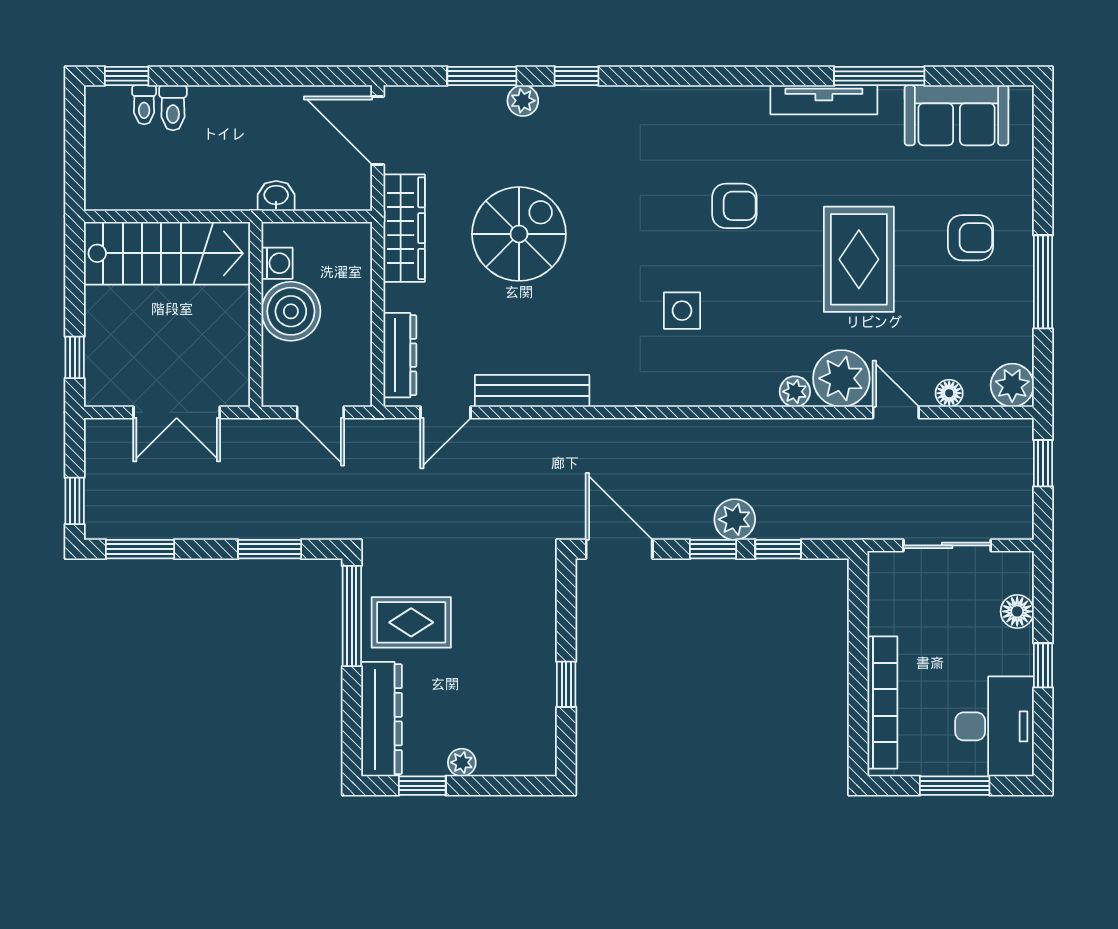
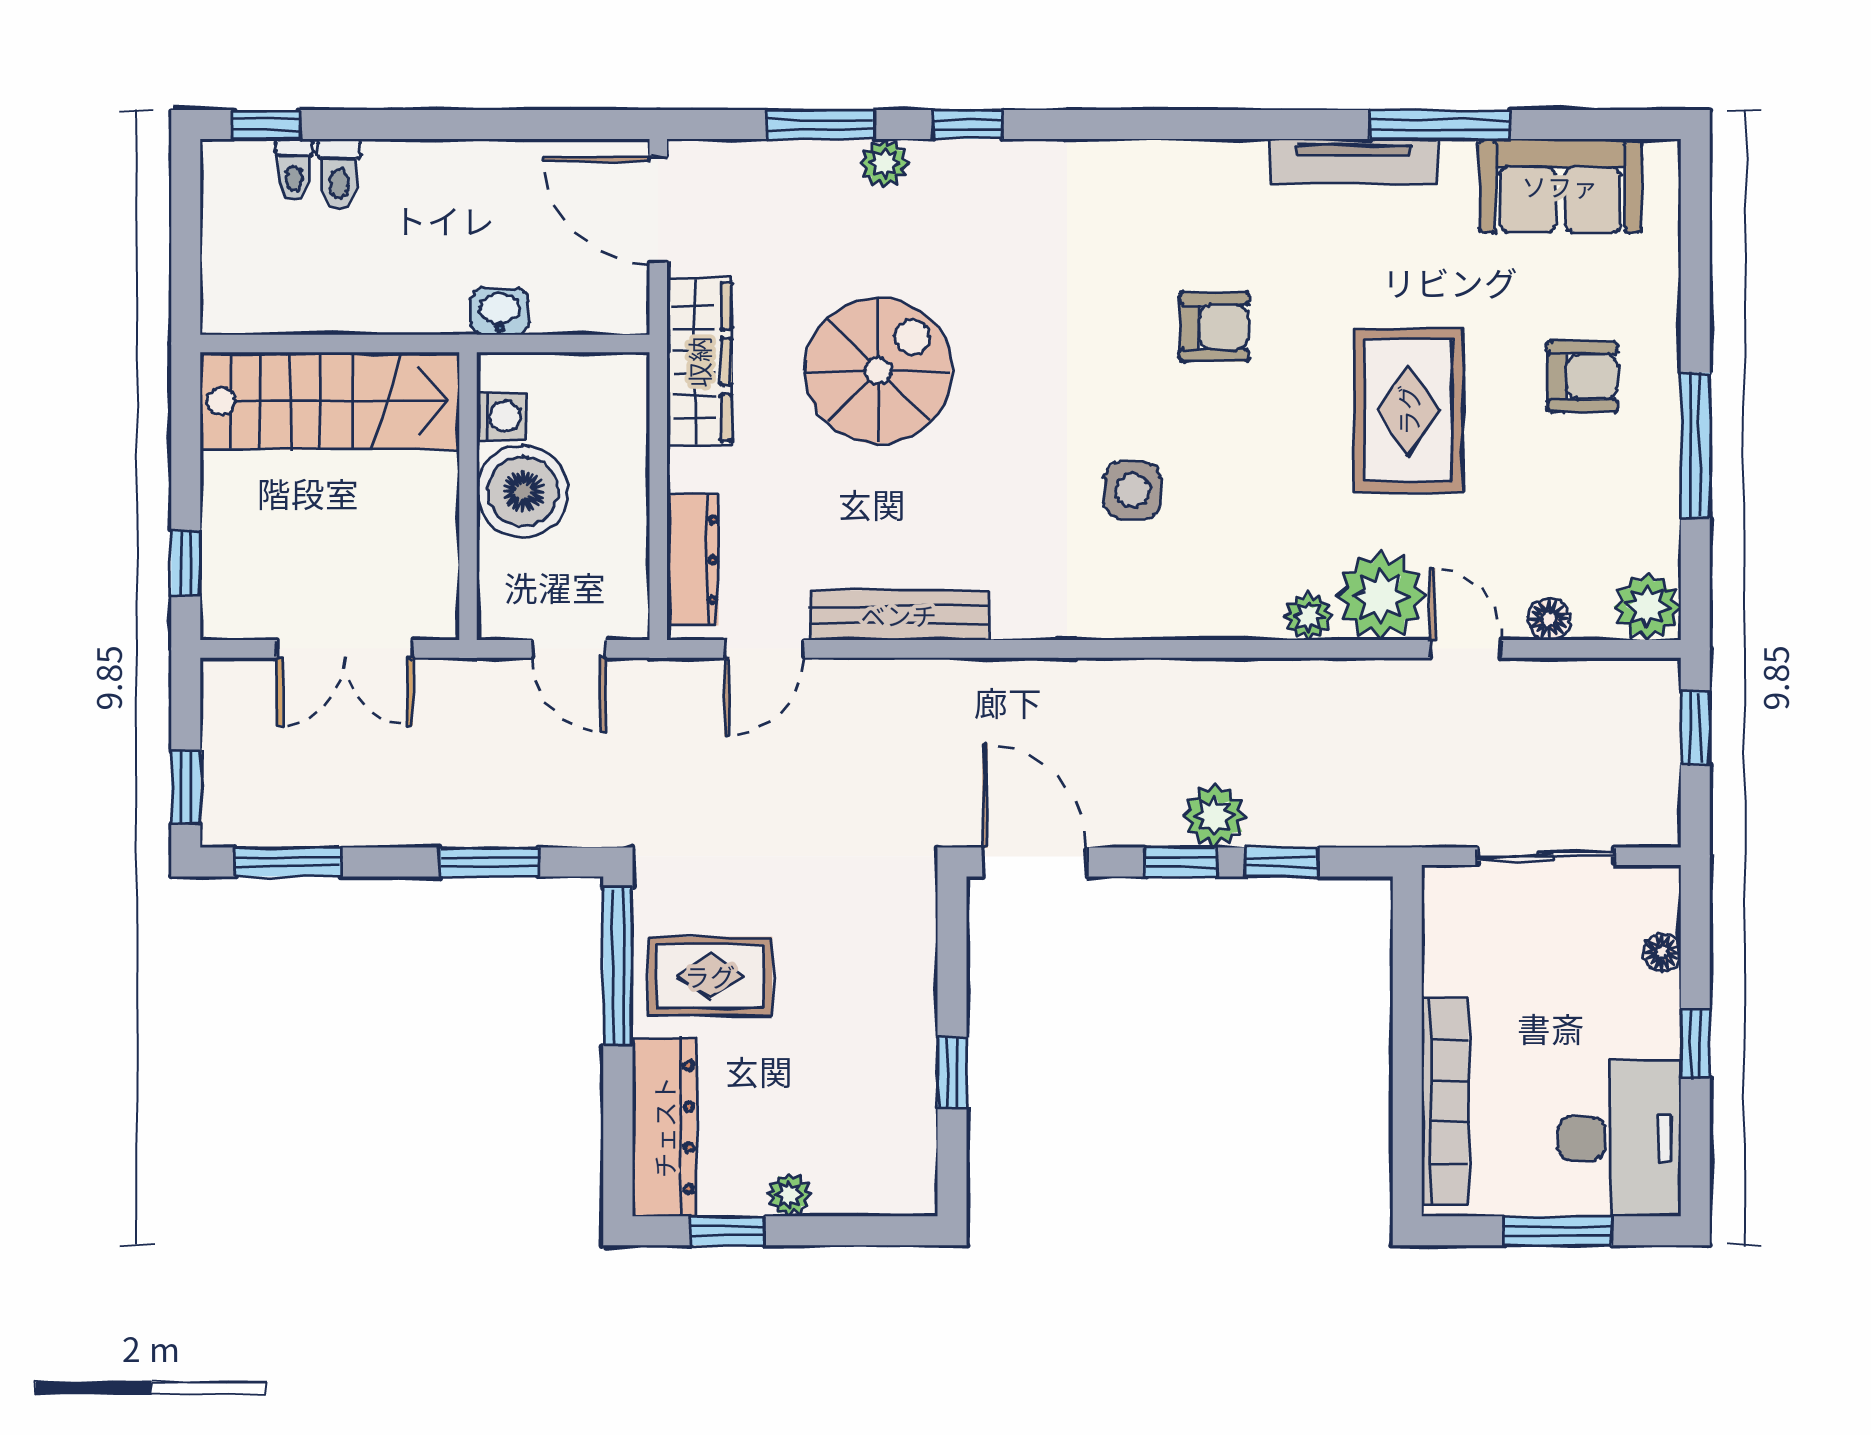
floor lamp: (1017, 611) -> (1662, 952), width x0.73, depth x0.73

